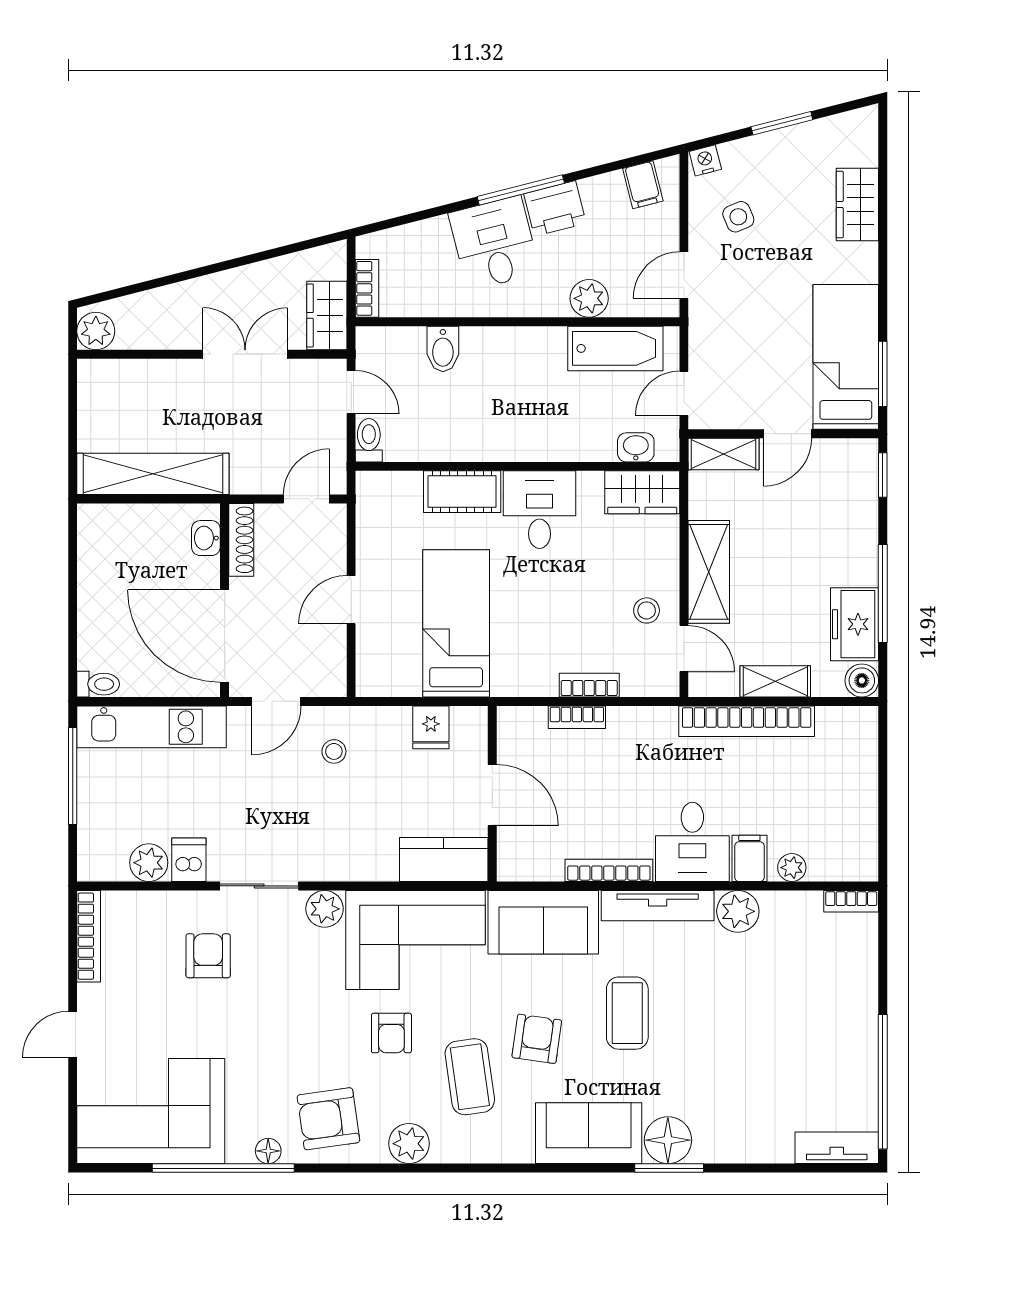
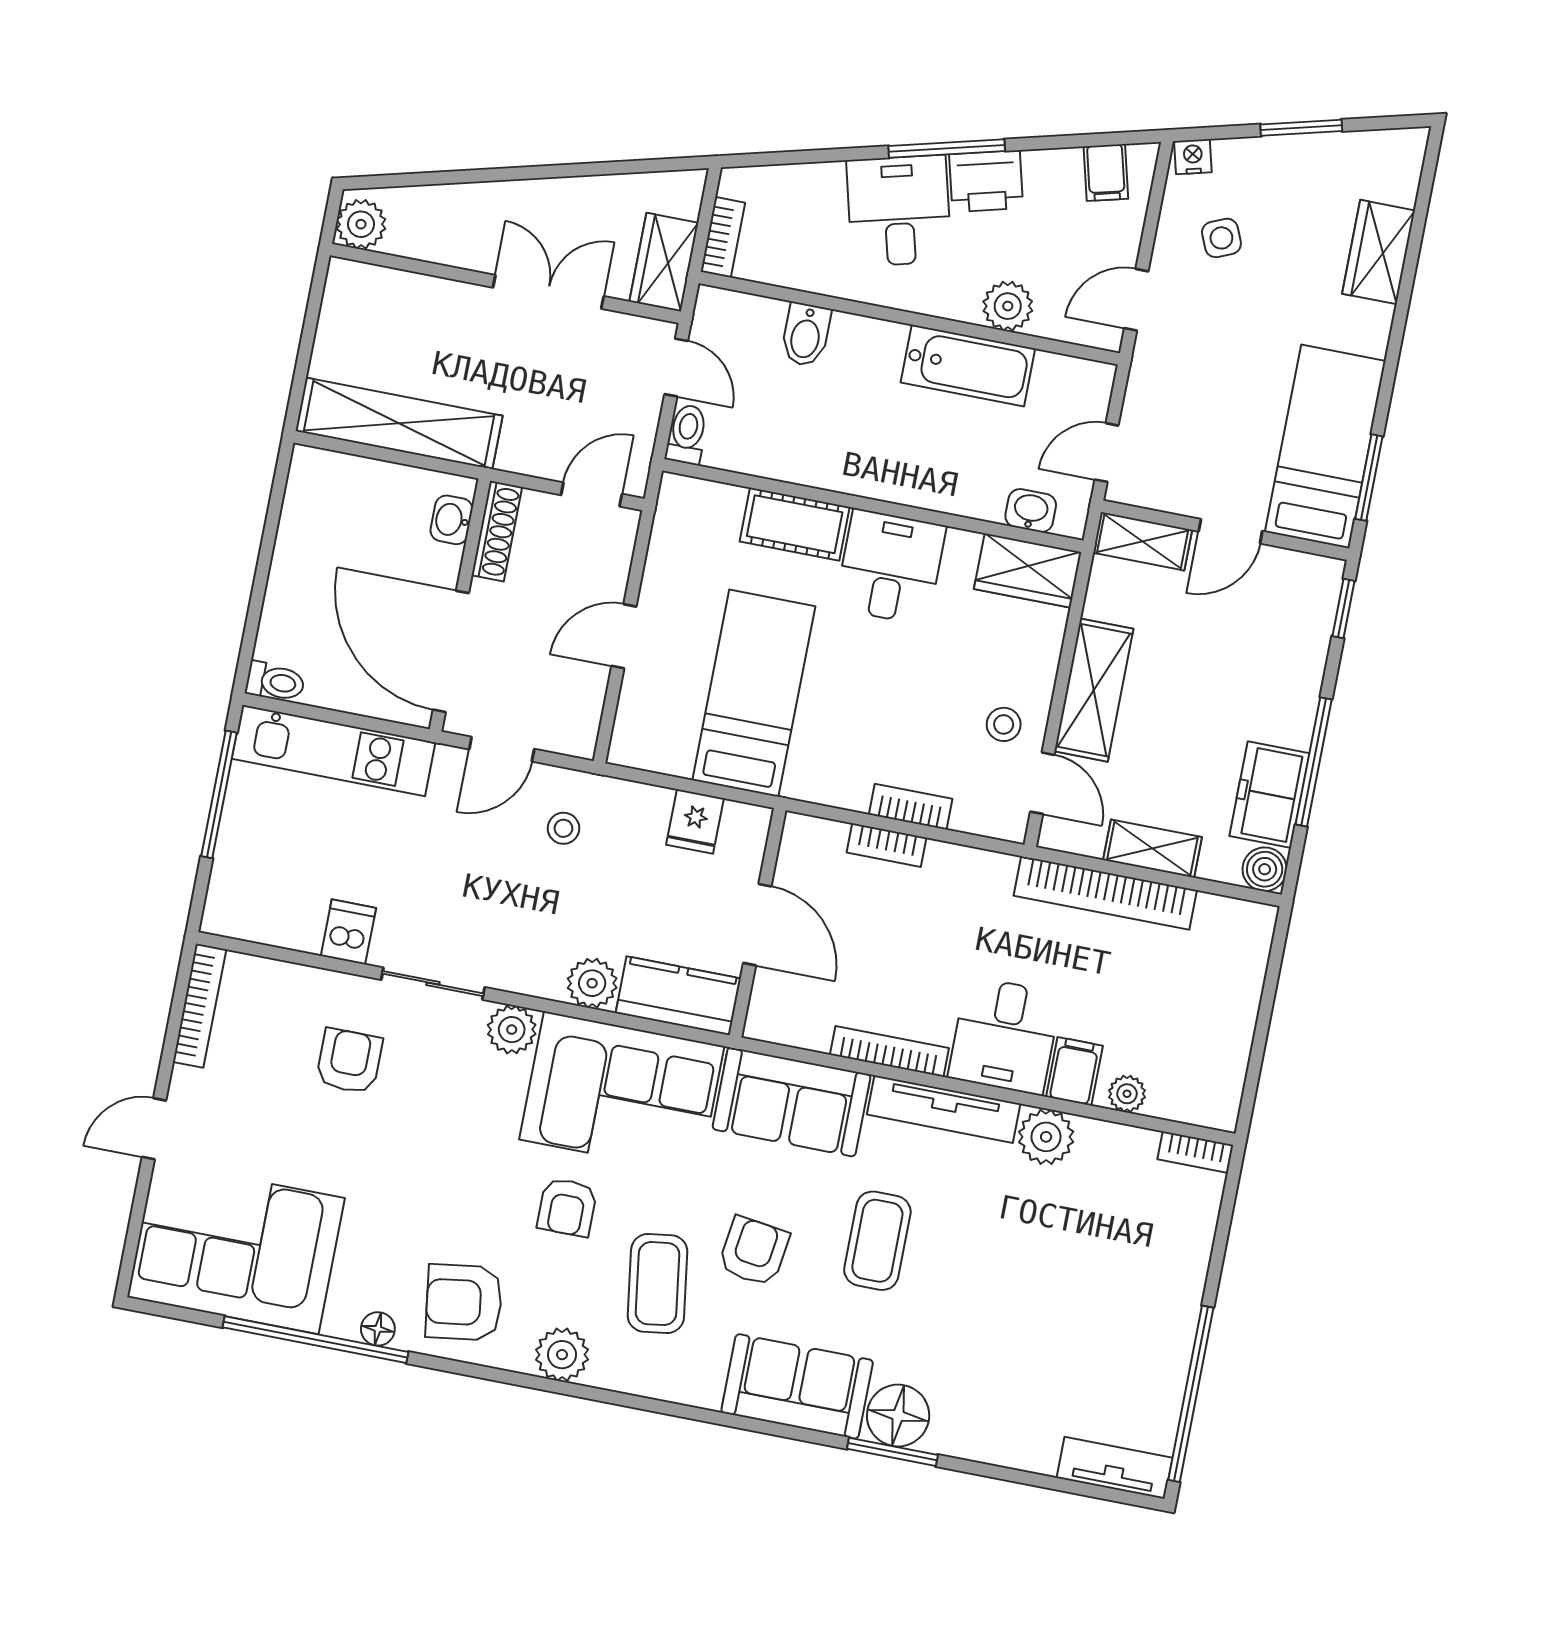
bathtub: (615, 348) -> (968, 366), moved
plant: (149, 863) -> (592, 983), moved

